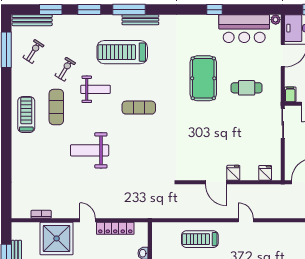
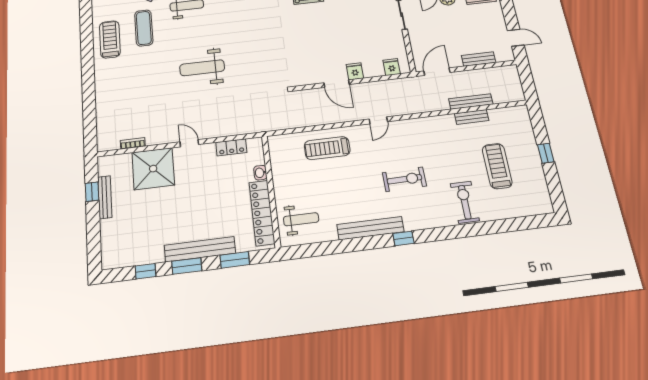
exercise mat: (139, 108) -> (237, 18), removed
weight bench: (90, 150) -> (202, 68), moved
door: (246, 220) -> (378, 120), swing flipped
locker: (115, 228) -> (231, 147), width x0.66

